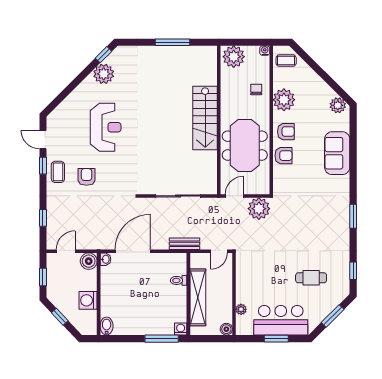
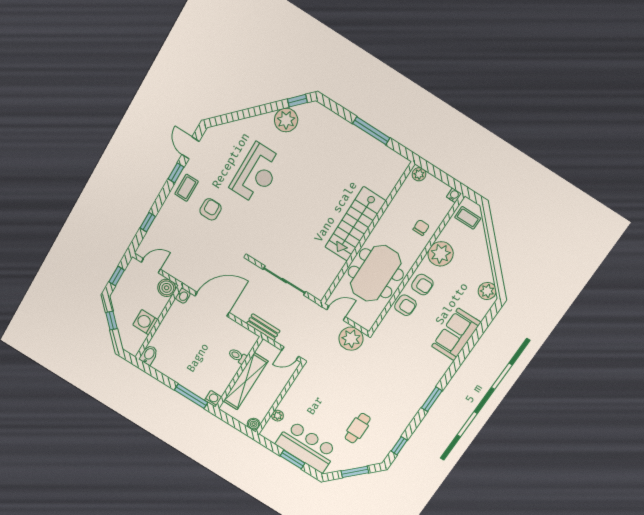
plant: (234, 57) -> (419, 174), width x0.53, depth x0.53
cafe table: (311, 278) -> (358, 428), turned 90

